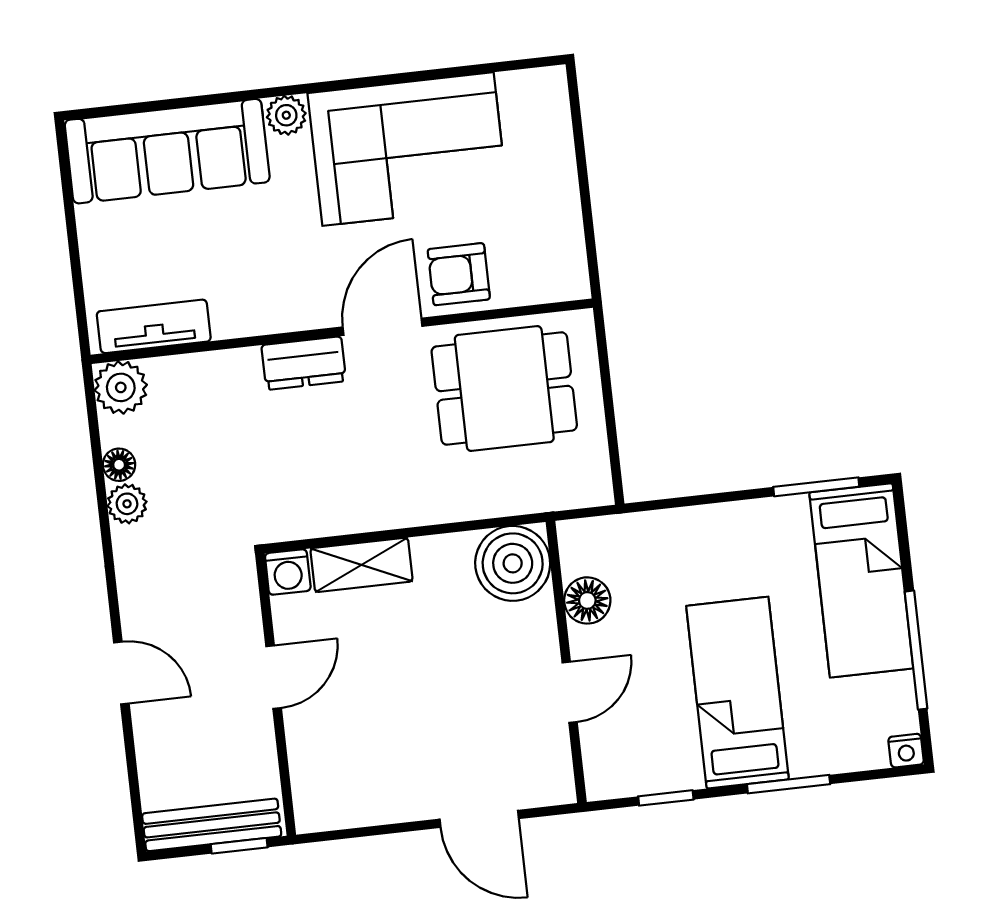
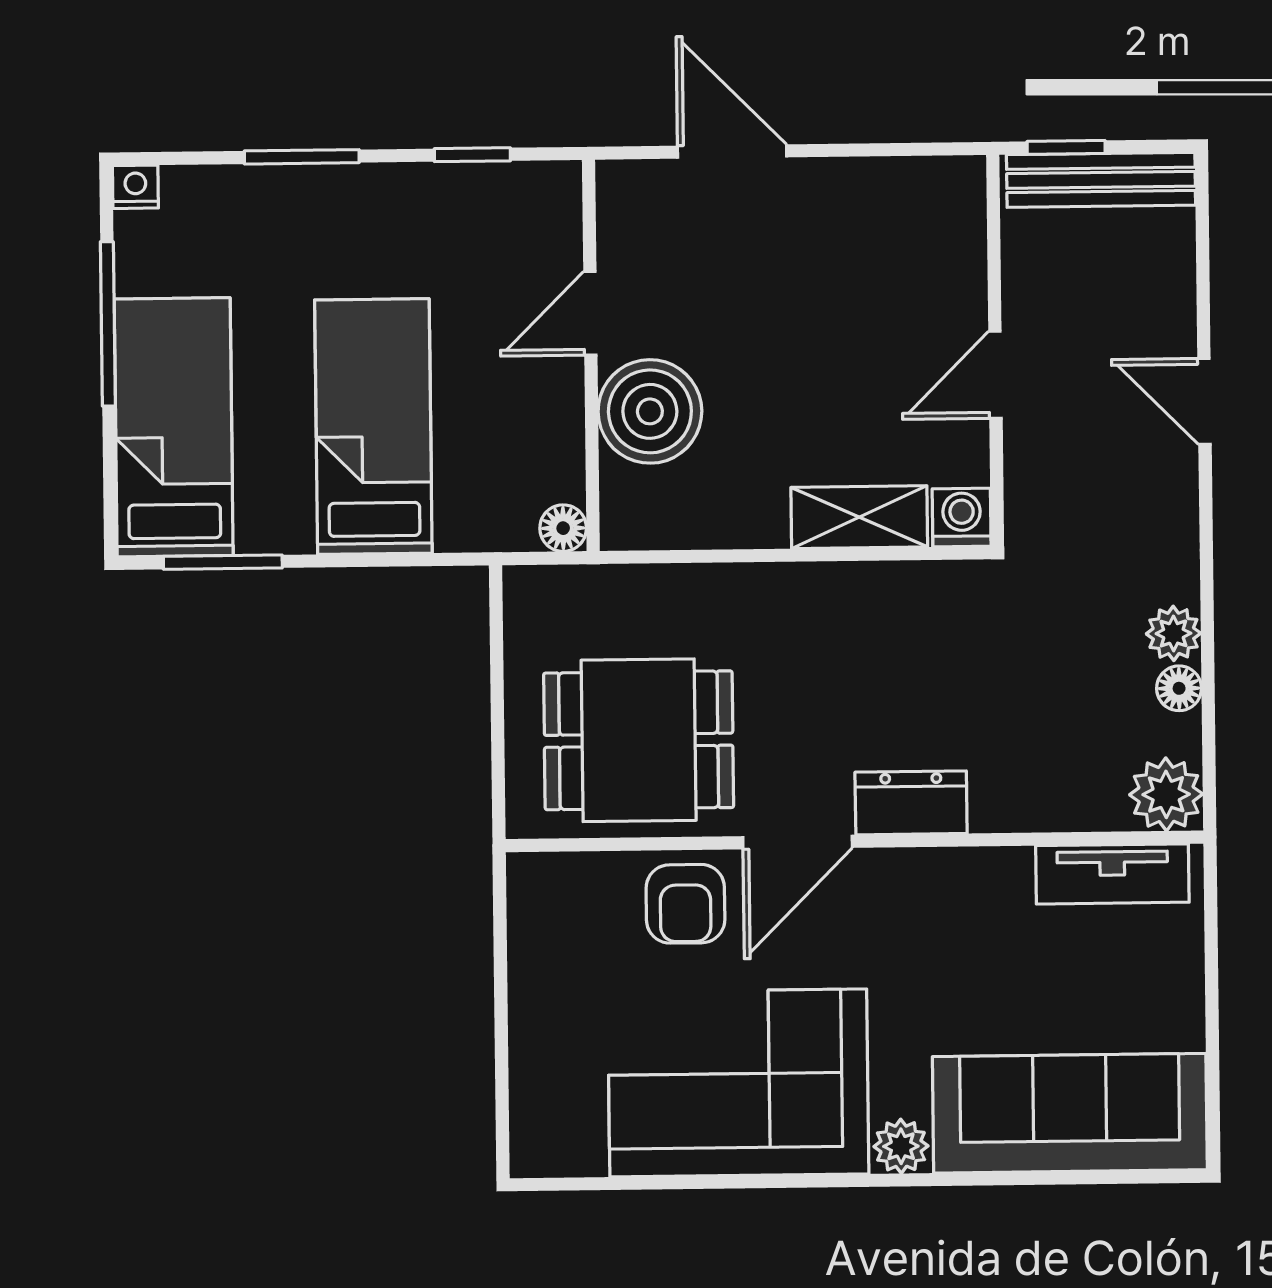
armchair: (459, 274) -> (685, 904), turned 90
boiler: (513, 563) -> (650, 411), moved
floor lamp: (587, 600) -> (563, 528), moved, width x0.73, depth x0.73
bed: (738, 693) -> (373, 427), moved, turned 180

